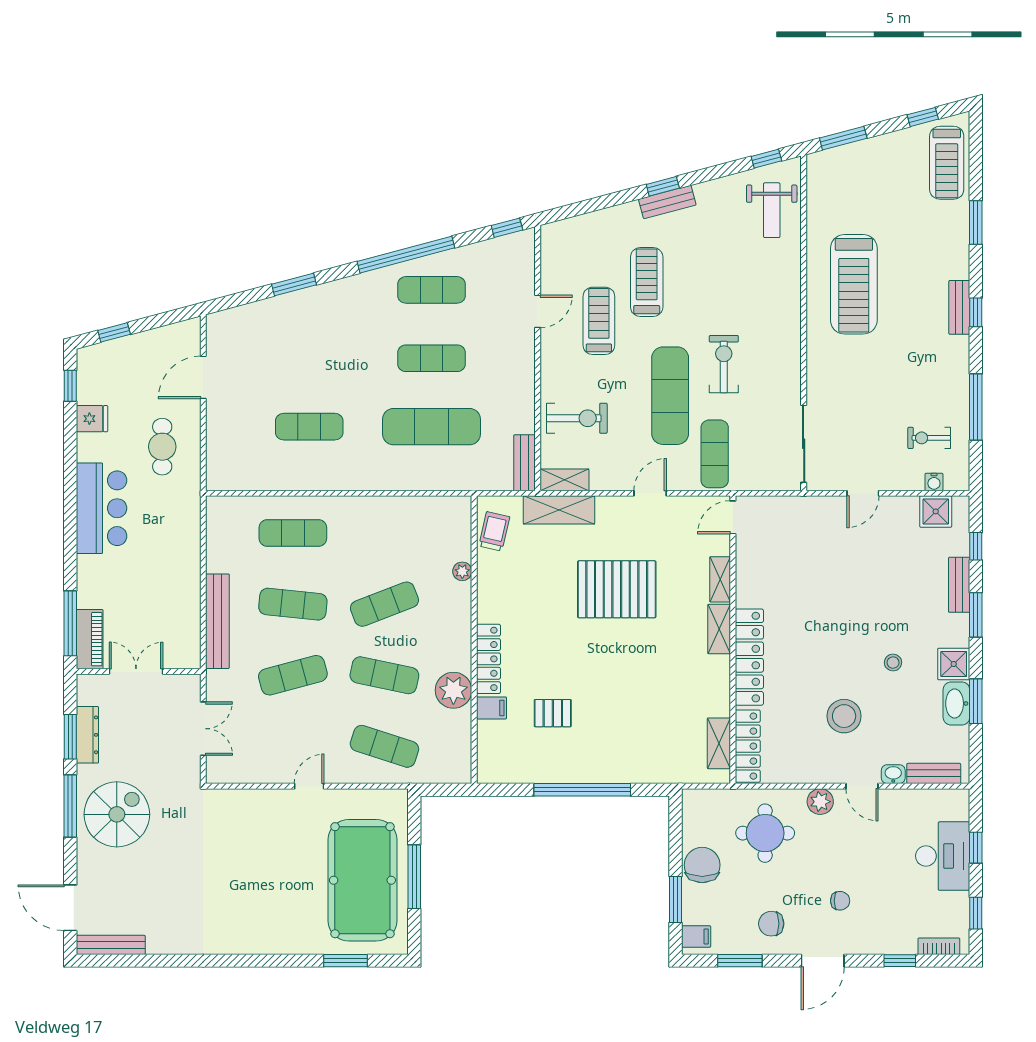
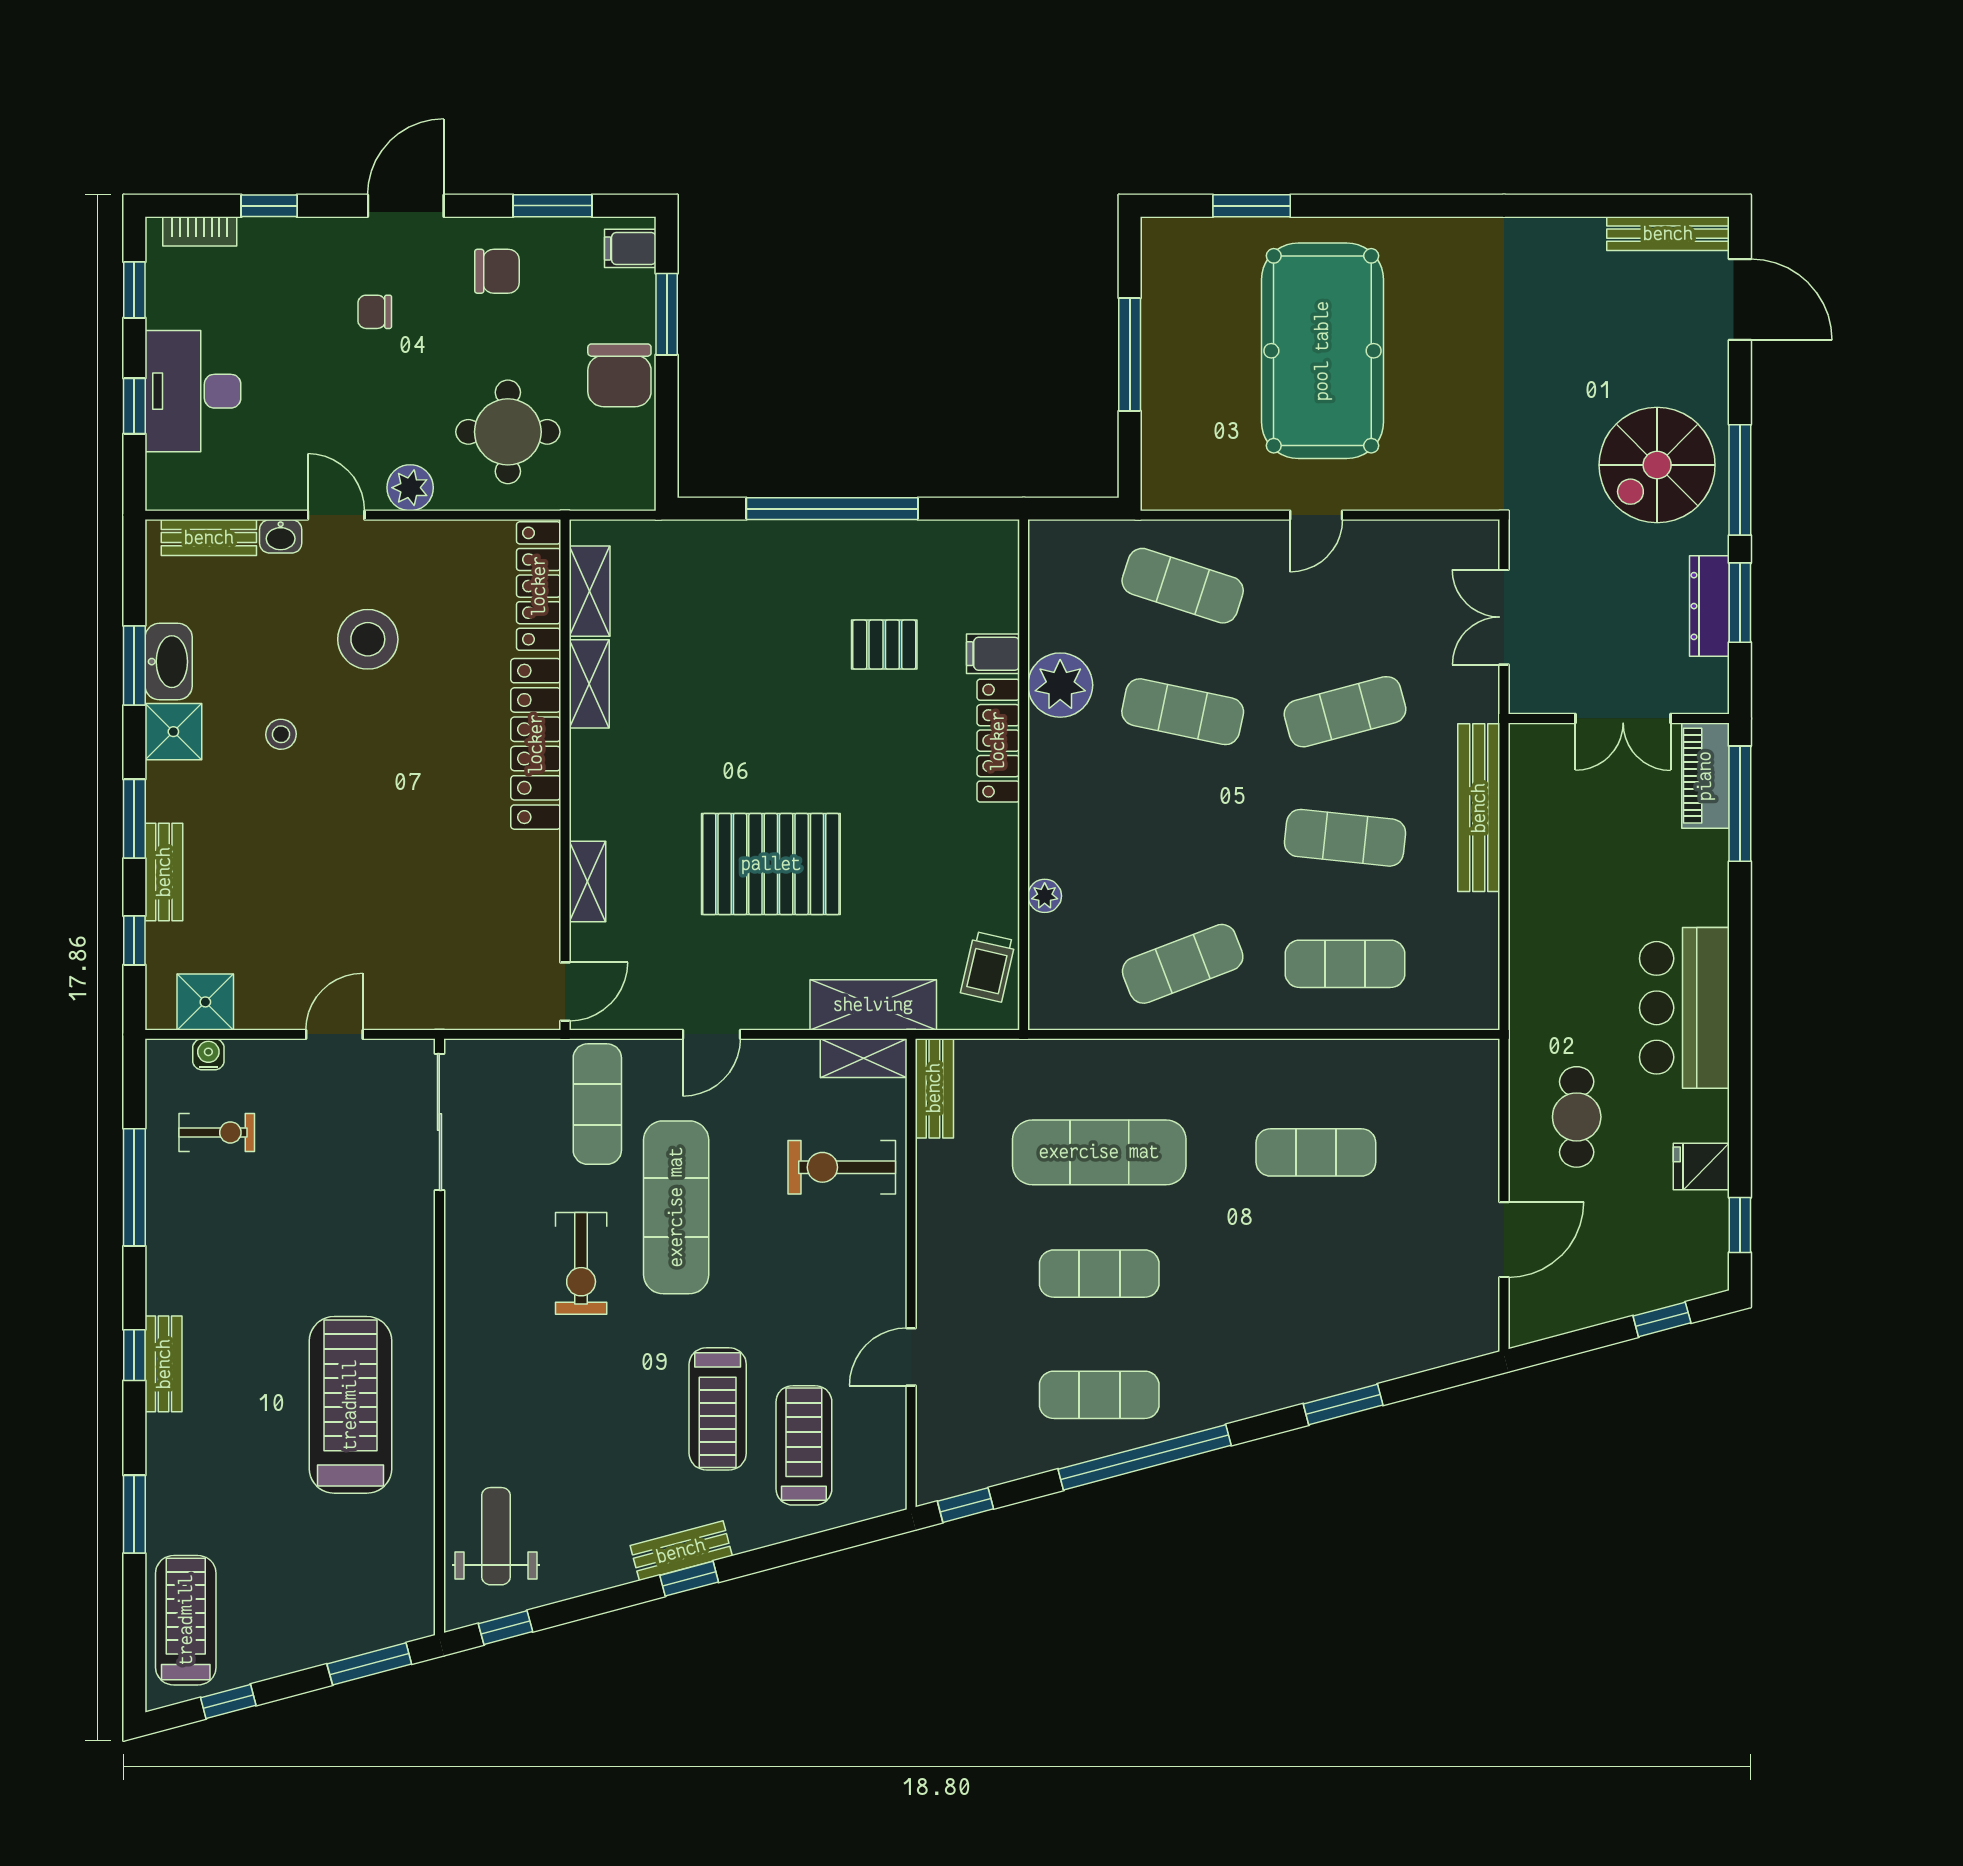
treadmill: (599, 321) -> (804, 1445), moved, turned 180
exercise mat: (384, 604) -> (1183, 964), moved
shelving: (719, 629) -> (589, 684), moved
pool table: (362, 880) -> (1322, 351), moved

